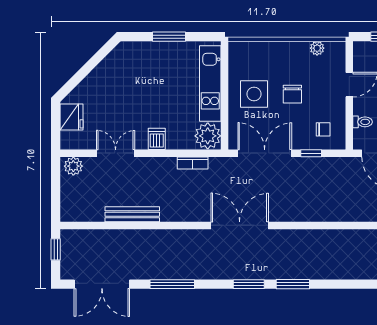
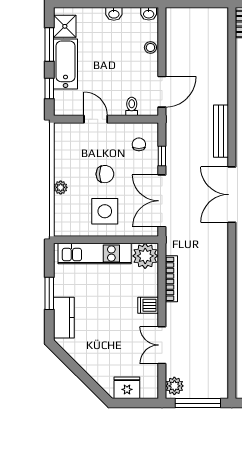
plant: (317, 48) -> (61, 187), moved
kitchen counter: (144, 52) -> (64, 318), added
bookcase: (193, 163) -> (171, 279), width x1.56
window: (56, 190) -> (198, 403), added
bench: (132, 214) -> (221, 131), moved
double door: (240, 225) -> (232, 195), moved

